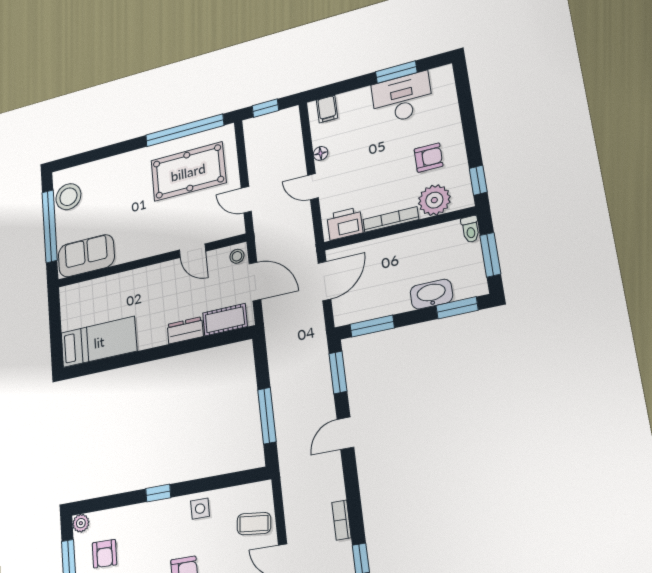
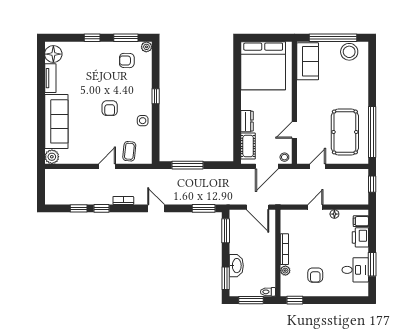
desk: (402, 98) -> (355, 270), width x0.73
plant: (434, 200) -> (285, 271), width x0.53, depth x0.53
printer: (345, 224) -> (360, 237), moved, turned 180
bed: (99, 342) -> (263, 66), width x2.04
door: (345, 433) -> (156, 208), moved

